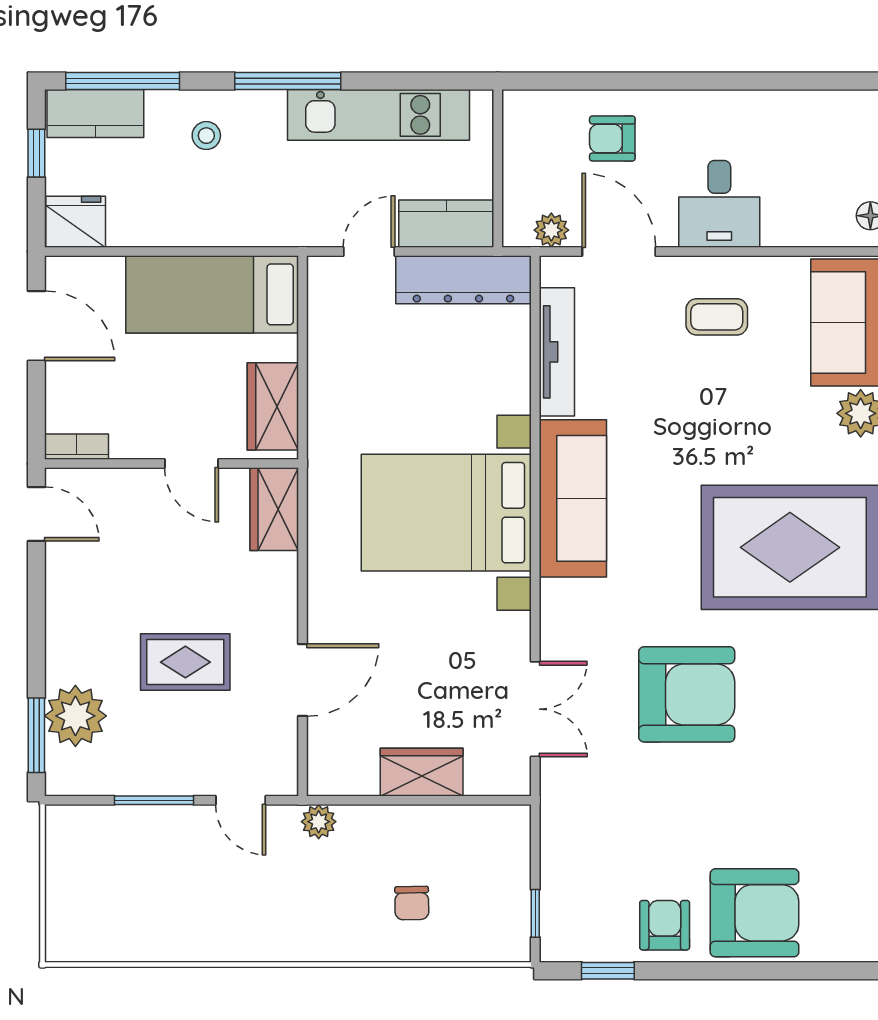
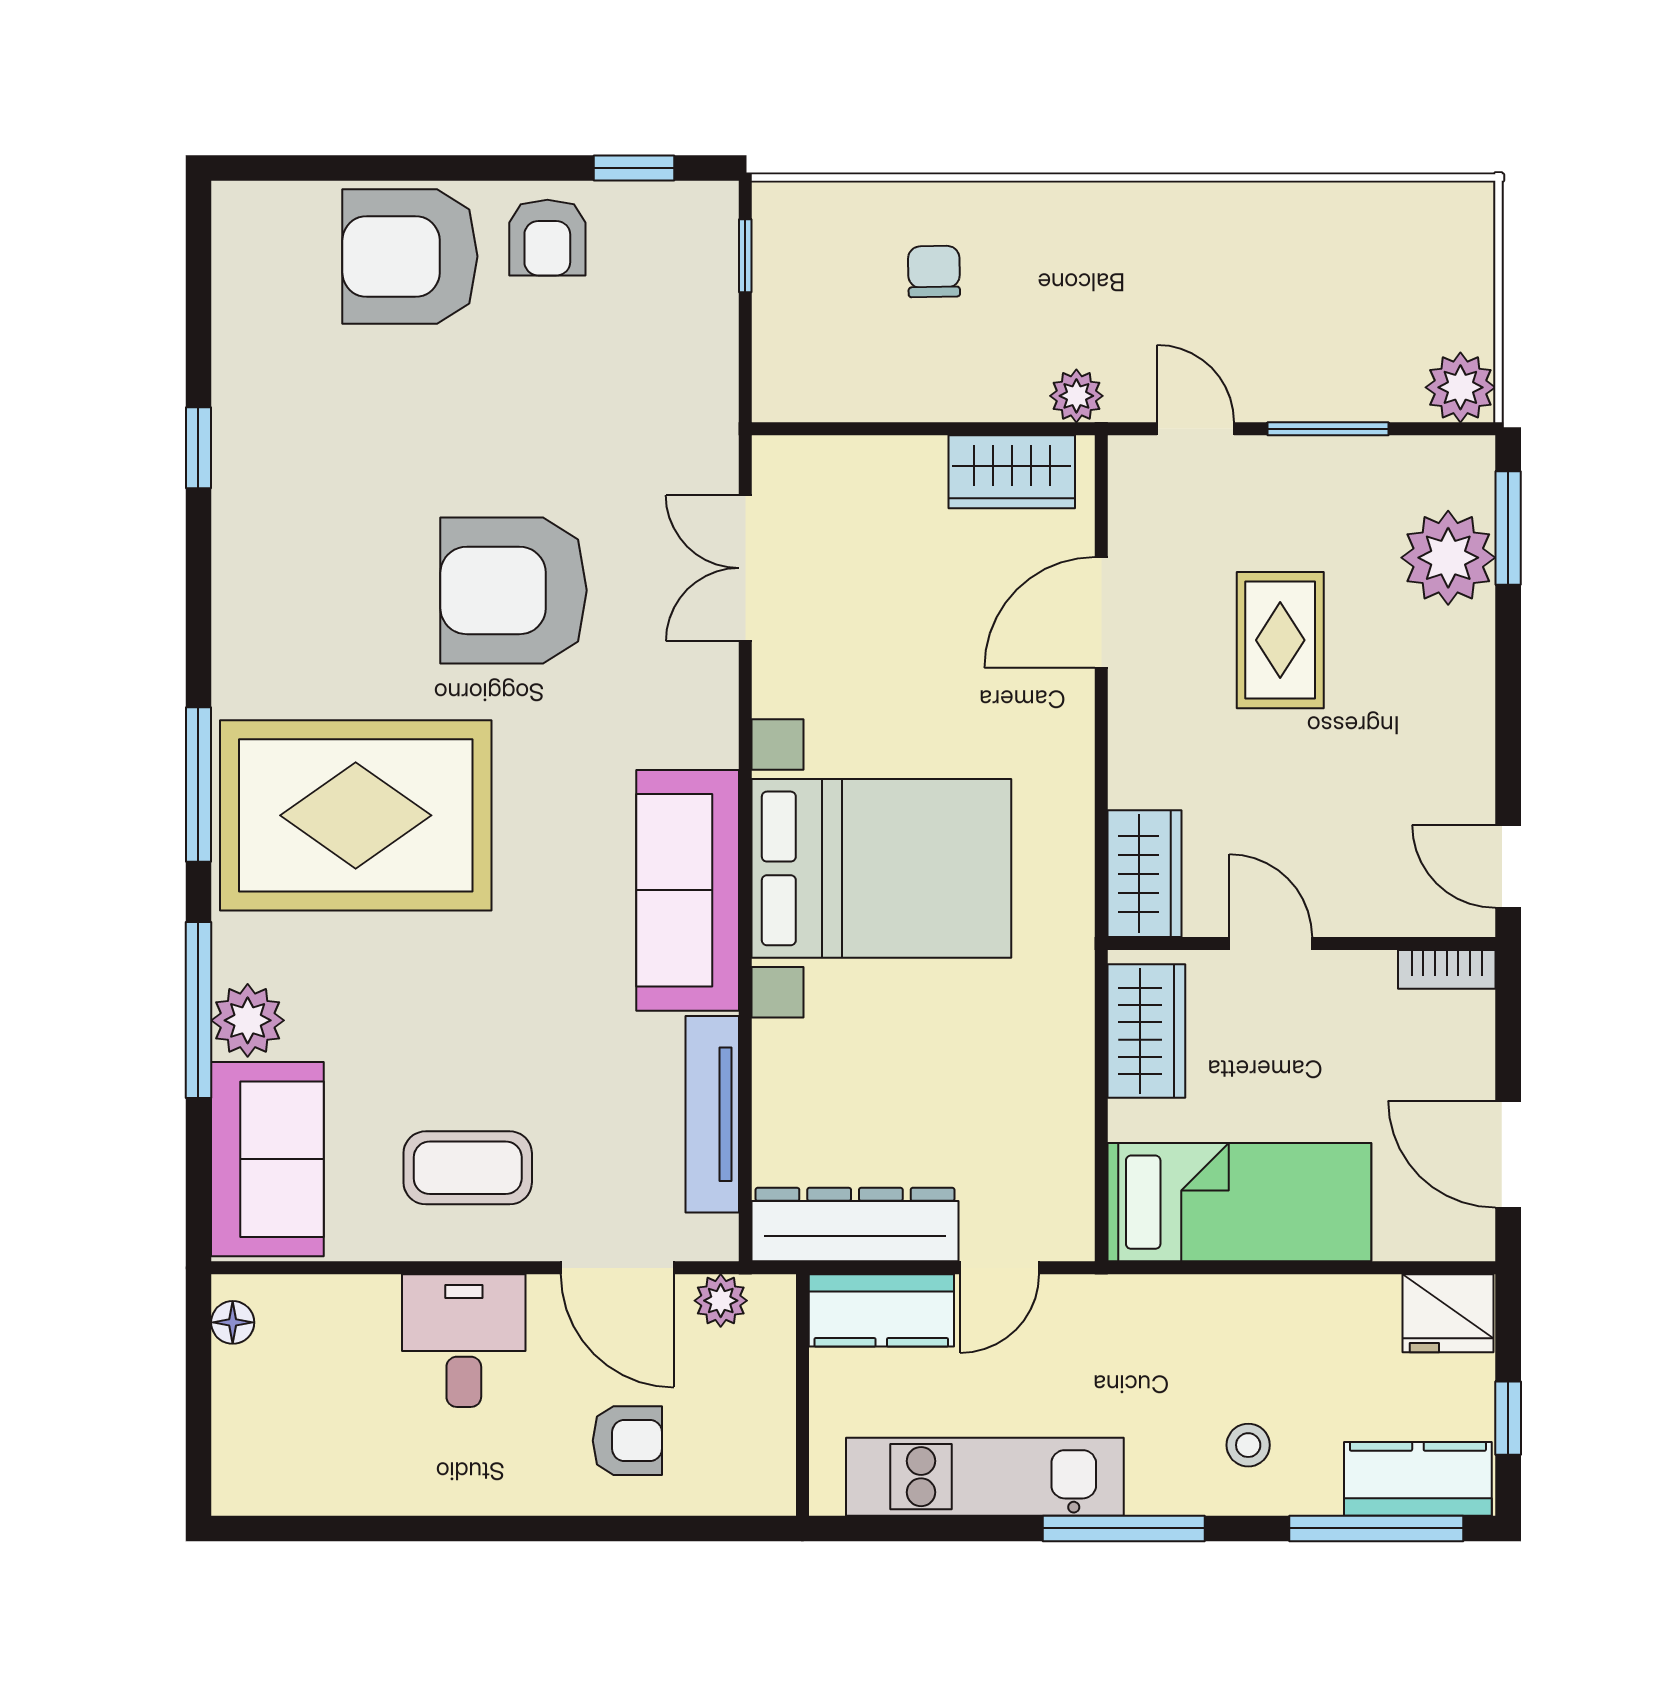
coffee table: (717, 317) -> (468, 1168), width x1.36, depth x1.30
rug: (185, 662) -> (1280, 640), turned 90
wardrobe: (422, 772) -> (1012, 472), moved
plant: (68, 827) -> (1460, 387), added

